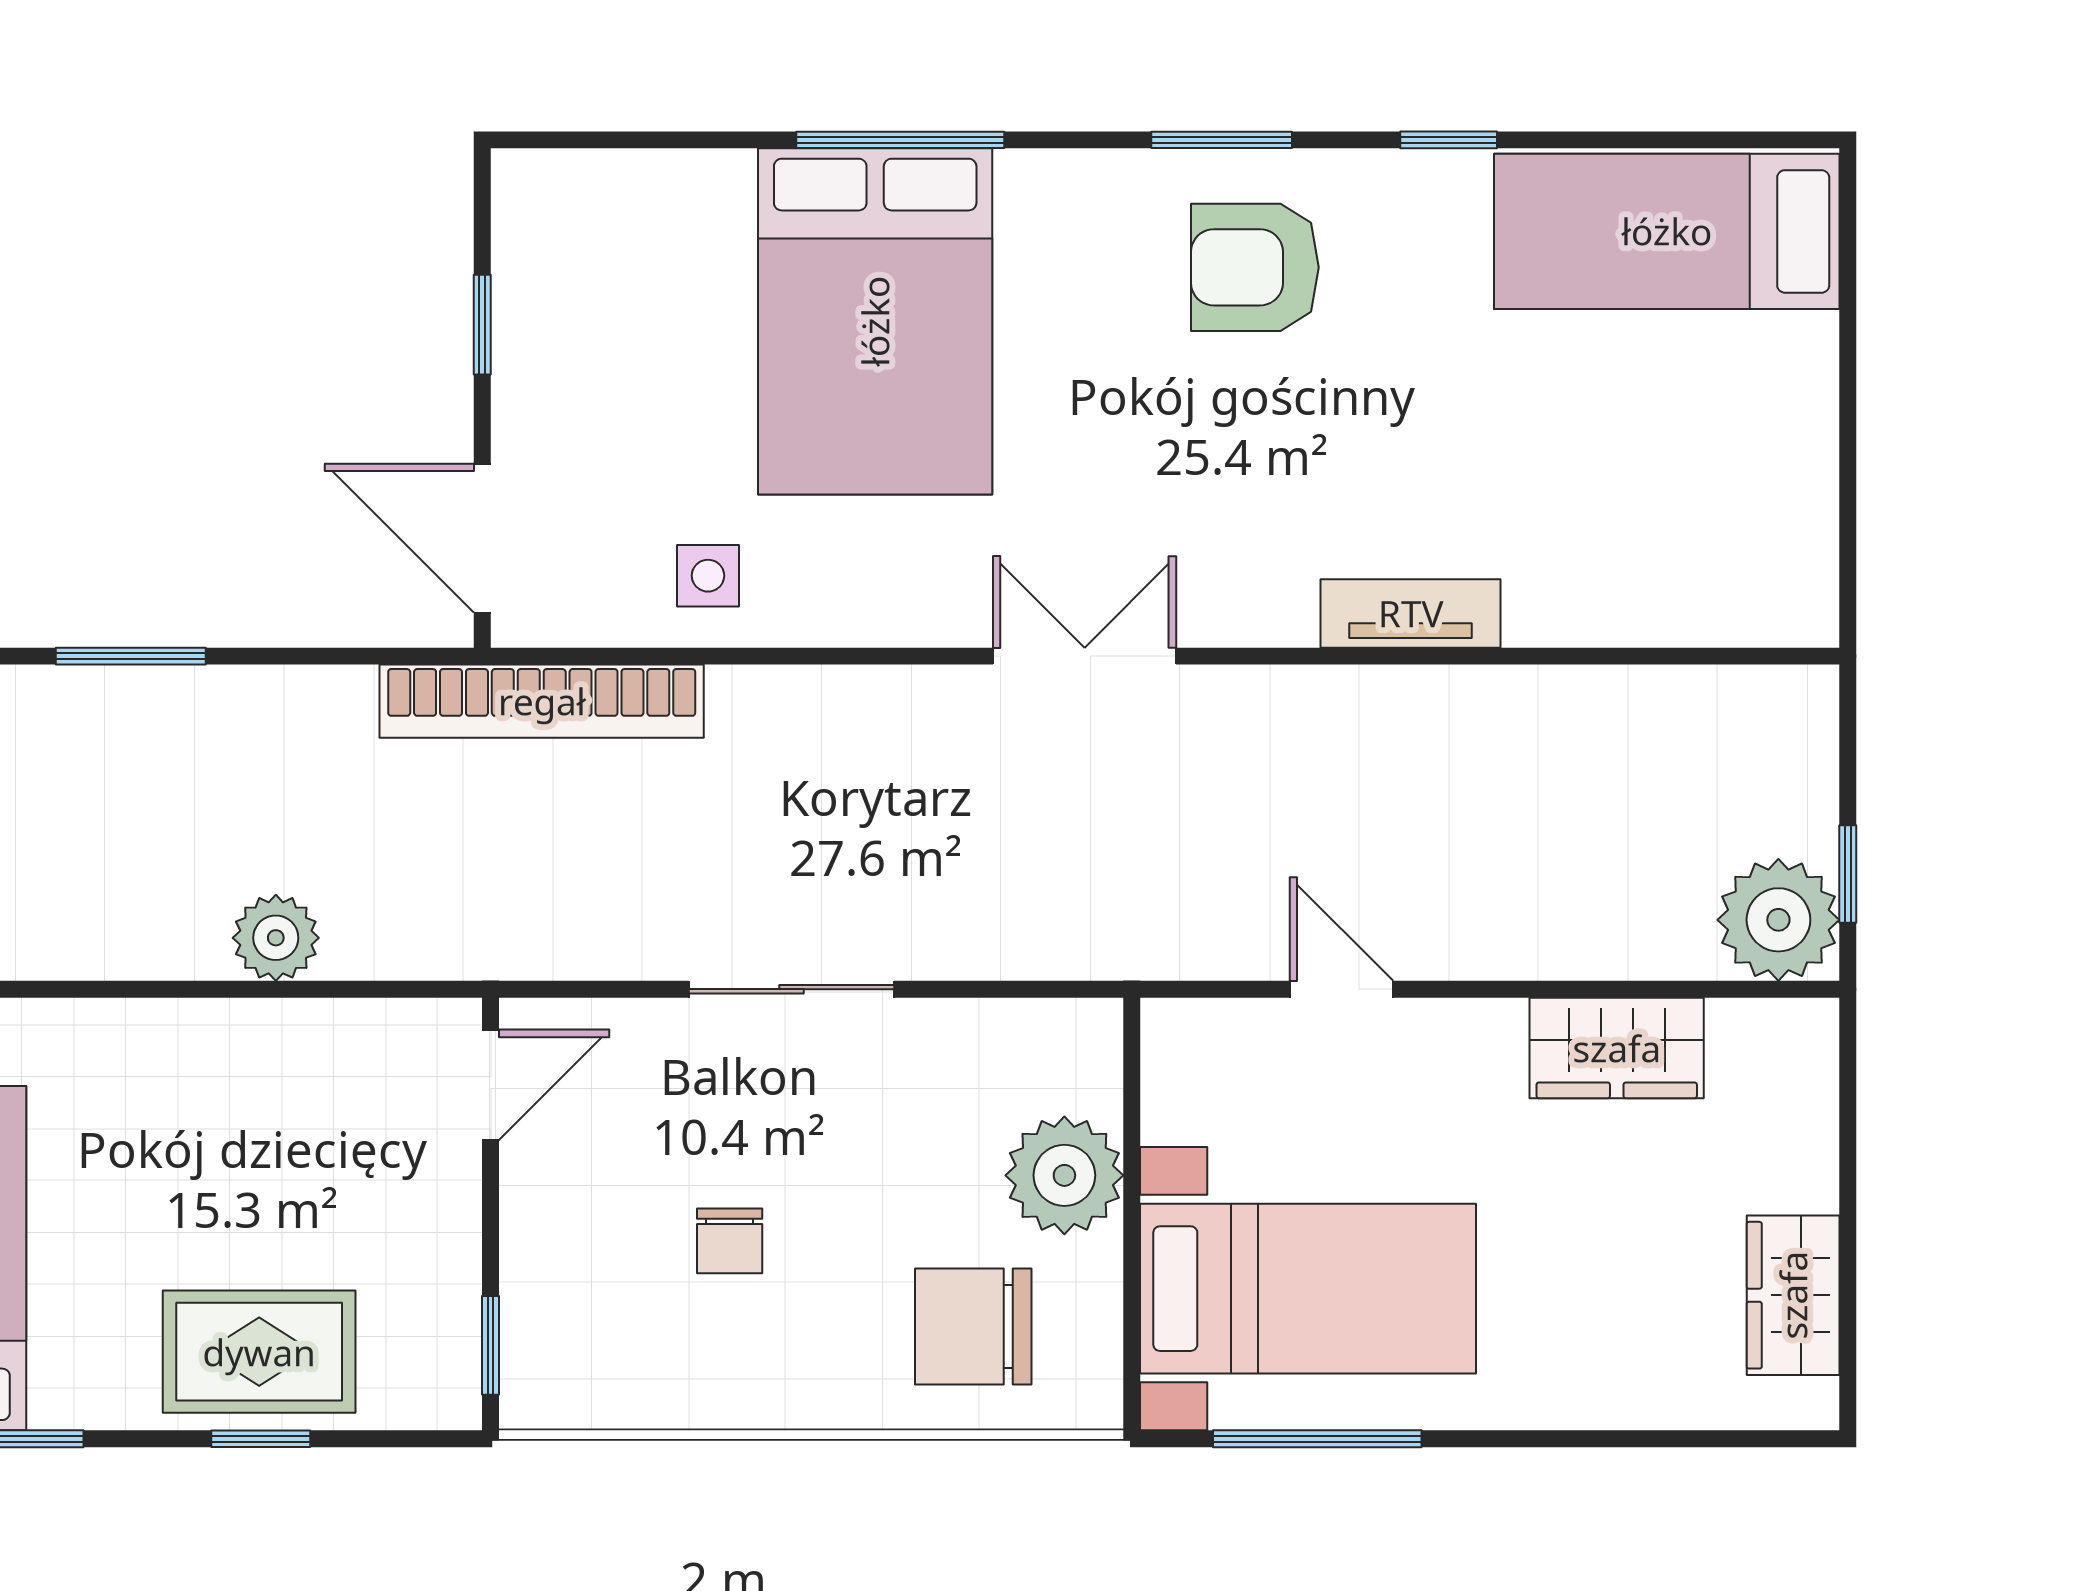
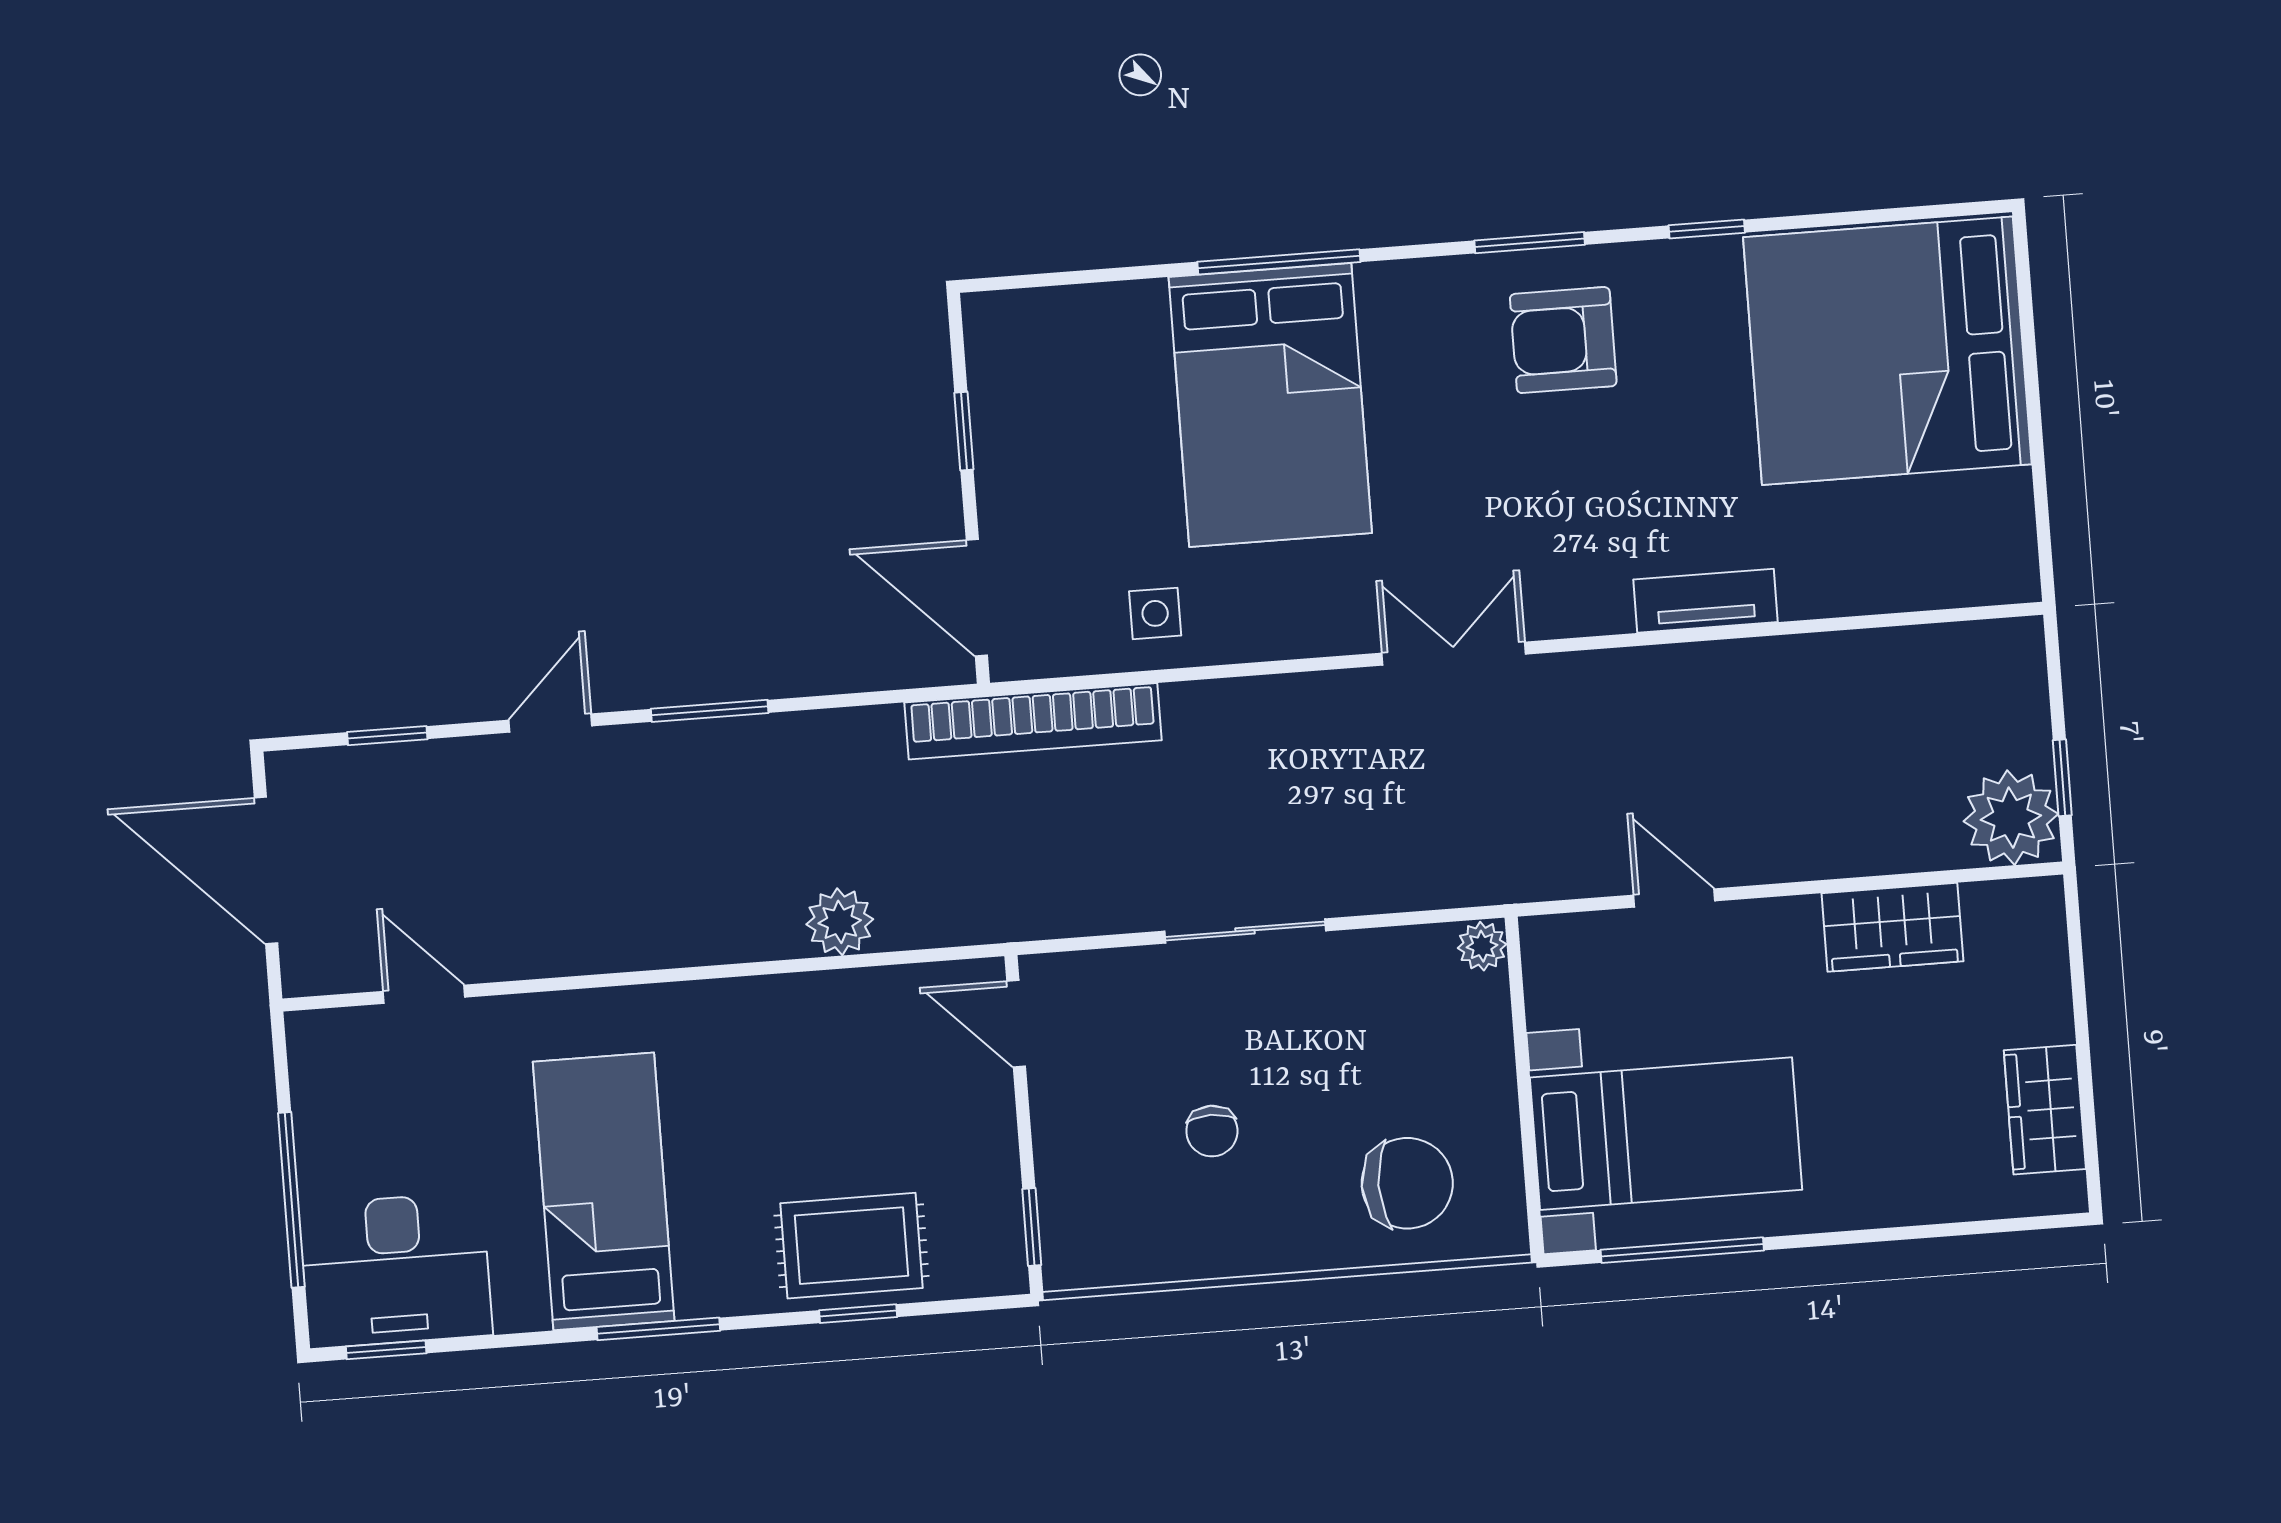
bed: (1667, 231) -> (1887, 351), width x2.04
door: (491, 1085) -> (1016, 1024), swing flipped
plant: (1064, 1175) -> (1482, 946), moved, width x0.53, depth x0.53
chair: (973, 1327) -> (1407, 1183), turned 180

